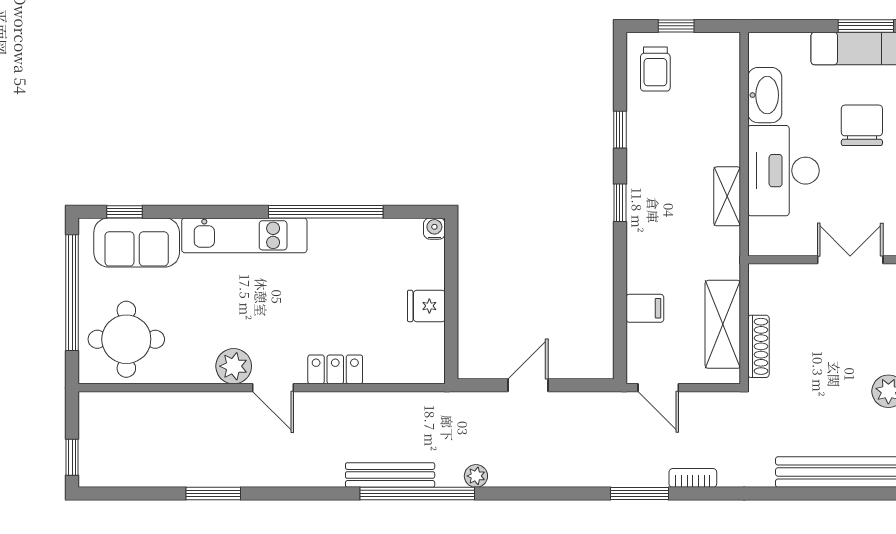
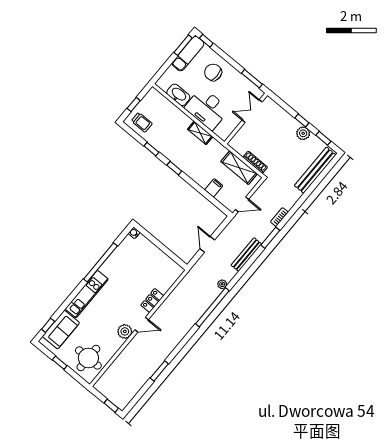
window: (72, 293) -> (60, 363), width x0.32
fridge: (426, 306) -> (156, 256), removed
bench: (390, 475) -> (246, 255), moved

